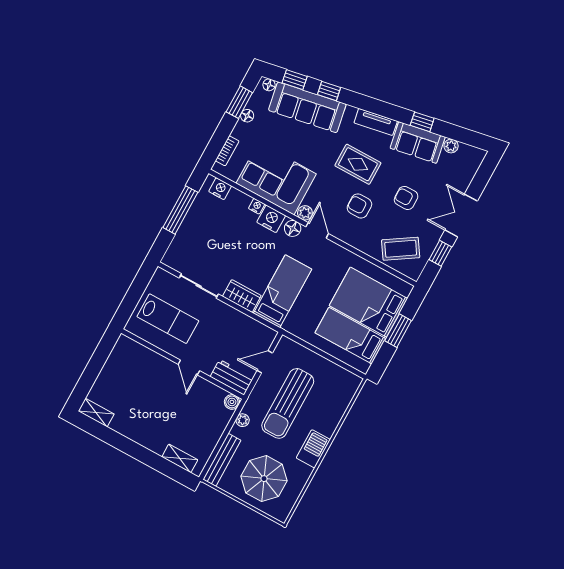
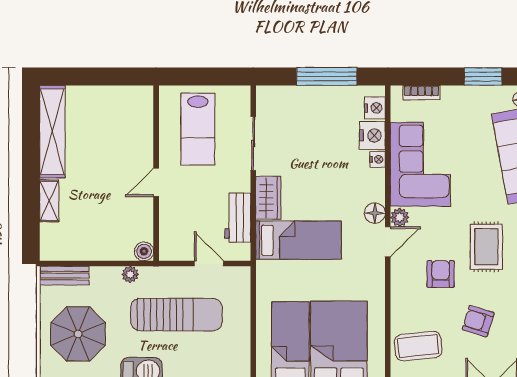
floor lamp: (247, 116) -> (473, 93), removed
armchair: (406, 198) -> (478, 321), turned -73
nightstand: (271, 219) -> (372, 135), moved
coffee table: (401, 249) -> (418, 346), turned -63
workbench: (232, 377) -> (238, 218), moved, turned 180
sun lounger: (288, 403) -> (176, 315), turned 180
shelving: (96, 413) -> (52, 132), width x2.20, depth x1.33
shelving: (180, 458) -> (49, 201), moved
bench: (222, 460) -> (64, 276), width x0.73

